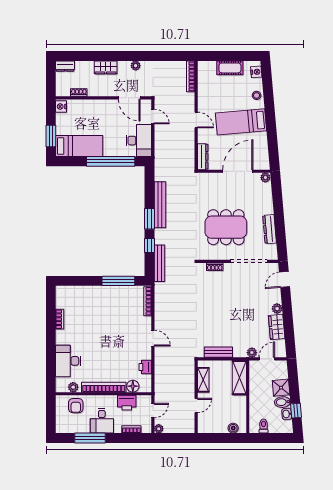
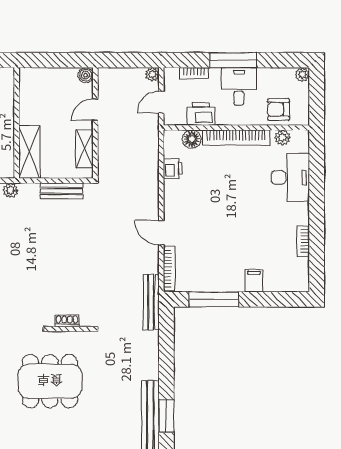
window: (149, 219) -> (166, 416), moved
window: (149, 245) -> (166, 353), removed
bench: (159, 263) -> (151, 302), moved
filing cabinet: (92, 293) -> (254, 281), added
door: (153, 338) -> (161, 233), moved
armchair: (76, 406) -> (279, 109), turned -90
boiler: (233, 428) -> (86, 75), moved
plant: (60, 429) -> (302, 75), added
window: (90, 438) -> (233, 60), moved

